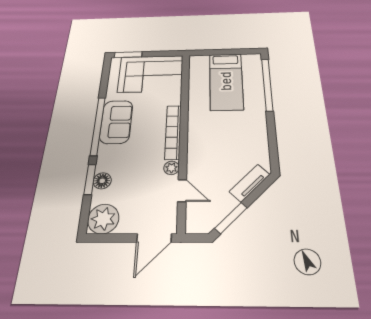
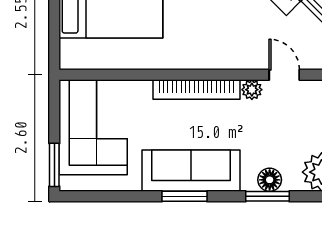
sofa: (116, 122) -> (191, 171), width x1.36
window: (98, 126) -> (184, 196), width x0.47
door: (182, 191) -> (284, 75), hinge flipped

